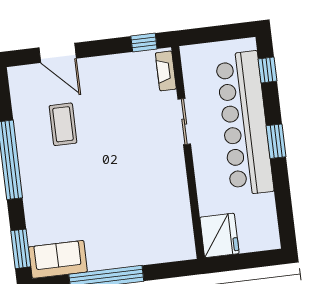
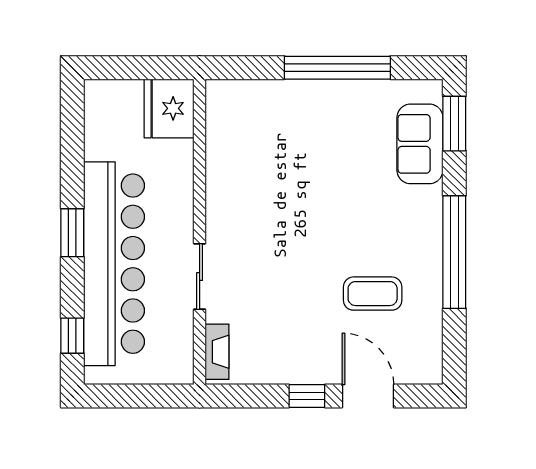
window: (144, 43) -> (307, 396), moved
coffee table: (63, 124) -> (373, 294), turned 90
sofa: (58, 259) -> (420, 144), moved, turned 90

